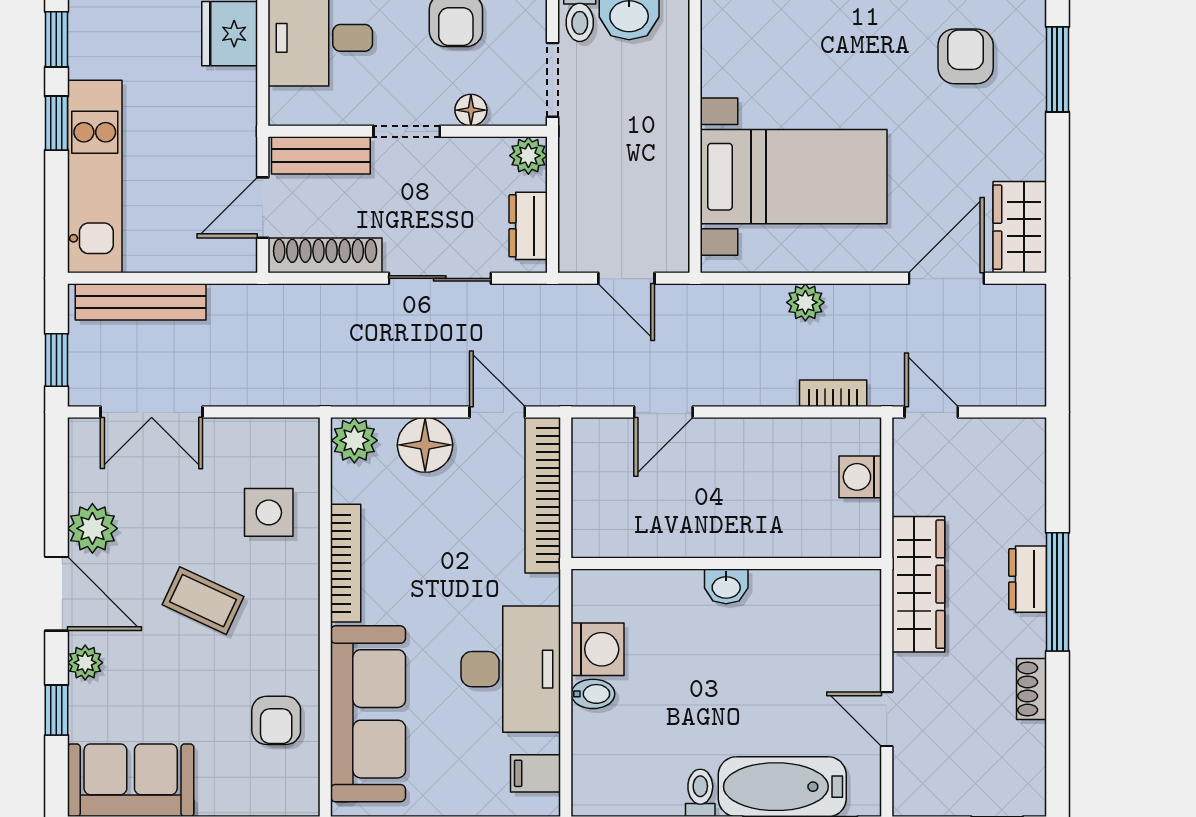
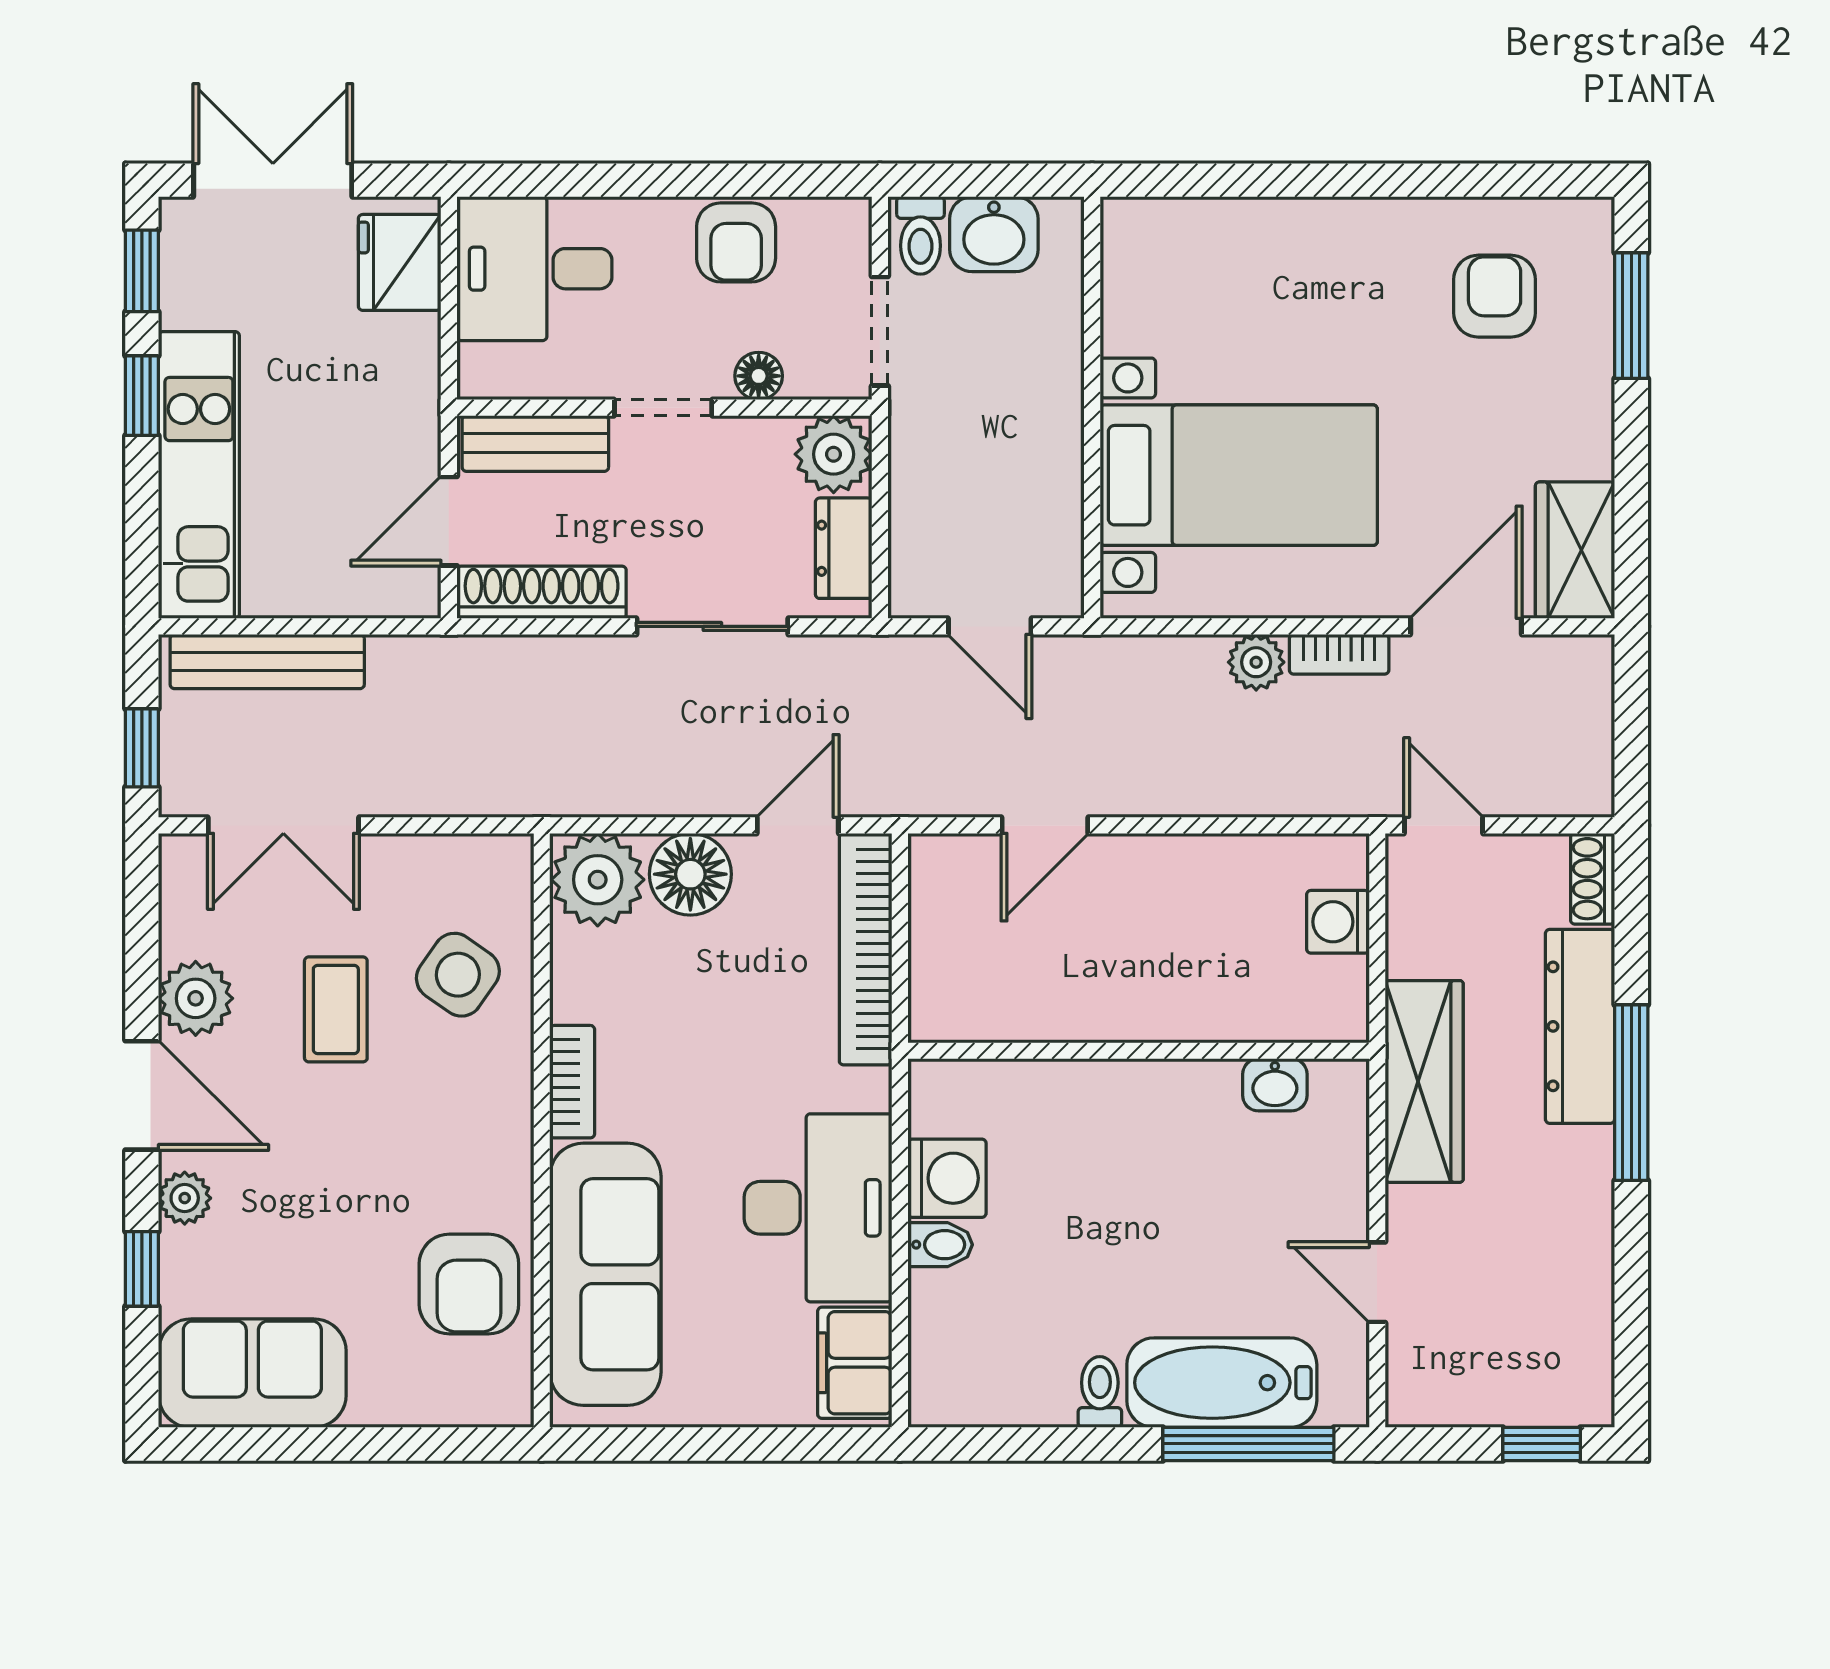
plant: (528, 156) -> (834, 454), width x1.38, depth x1.38
bookcase: (833, 393) -> (1339, 654), moved, turned 180
door: (497, 412) -> (798, 825), hinge flipped
plant: (354, 440) -> (598, 880), width x1.36, depth x1.36
side table: (269, 512) -> (458, 975), turned 35
bookcase: (346, 563) -> (572, 1082), width x0.64
dresser: (1028, 579) -> (1580, 1026), width x1.96, depth x1.24
washbasin: (726, 586) -> (1275, 1085), moved
coffee table: (203, 601) -> (336, 1009), moved, turned 65
shoe rack: (1031, 689) -> (1593, 879), moved
armchair: (276, 720) -> (469, 1284), width x1.38, depth x1.38
filing cabinet: (536, 773) -> (855, 1363), width x2.00

